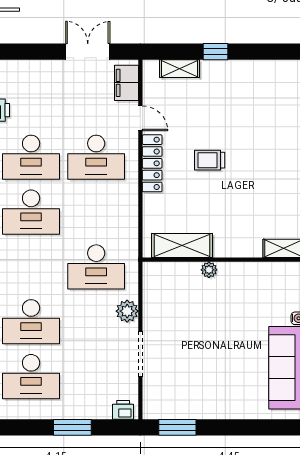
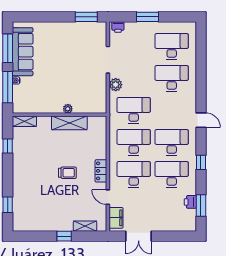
locker: (152, 163) -> (101, 171), width x0.66
desk: (96, 212) -> (134, 142), added
shelving: (182, 246) -> (69, 123), moved

